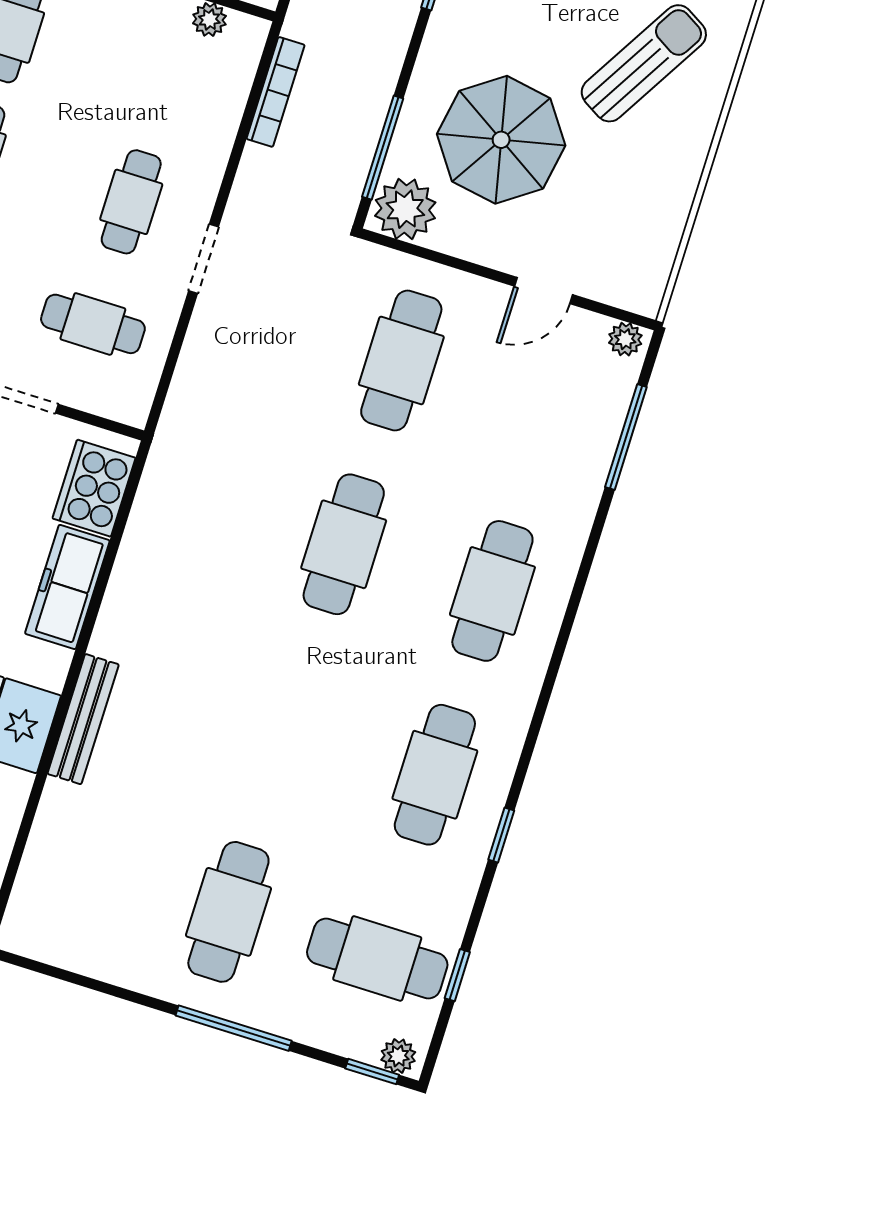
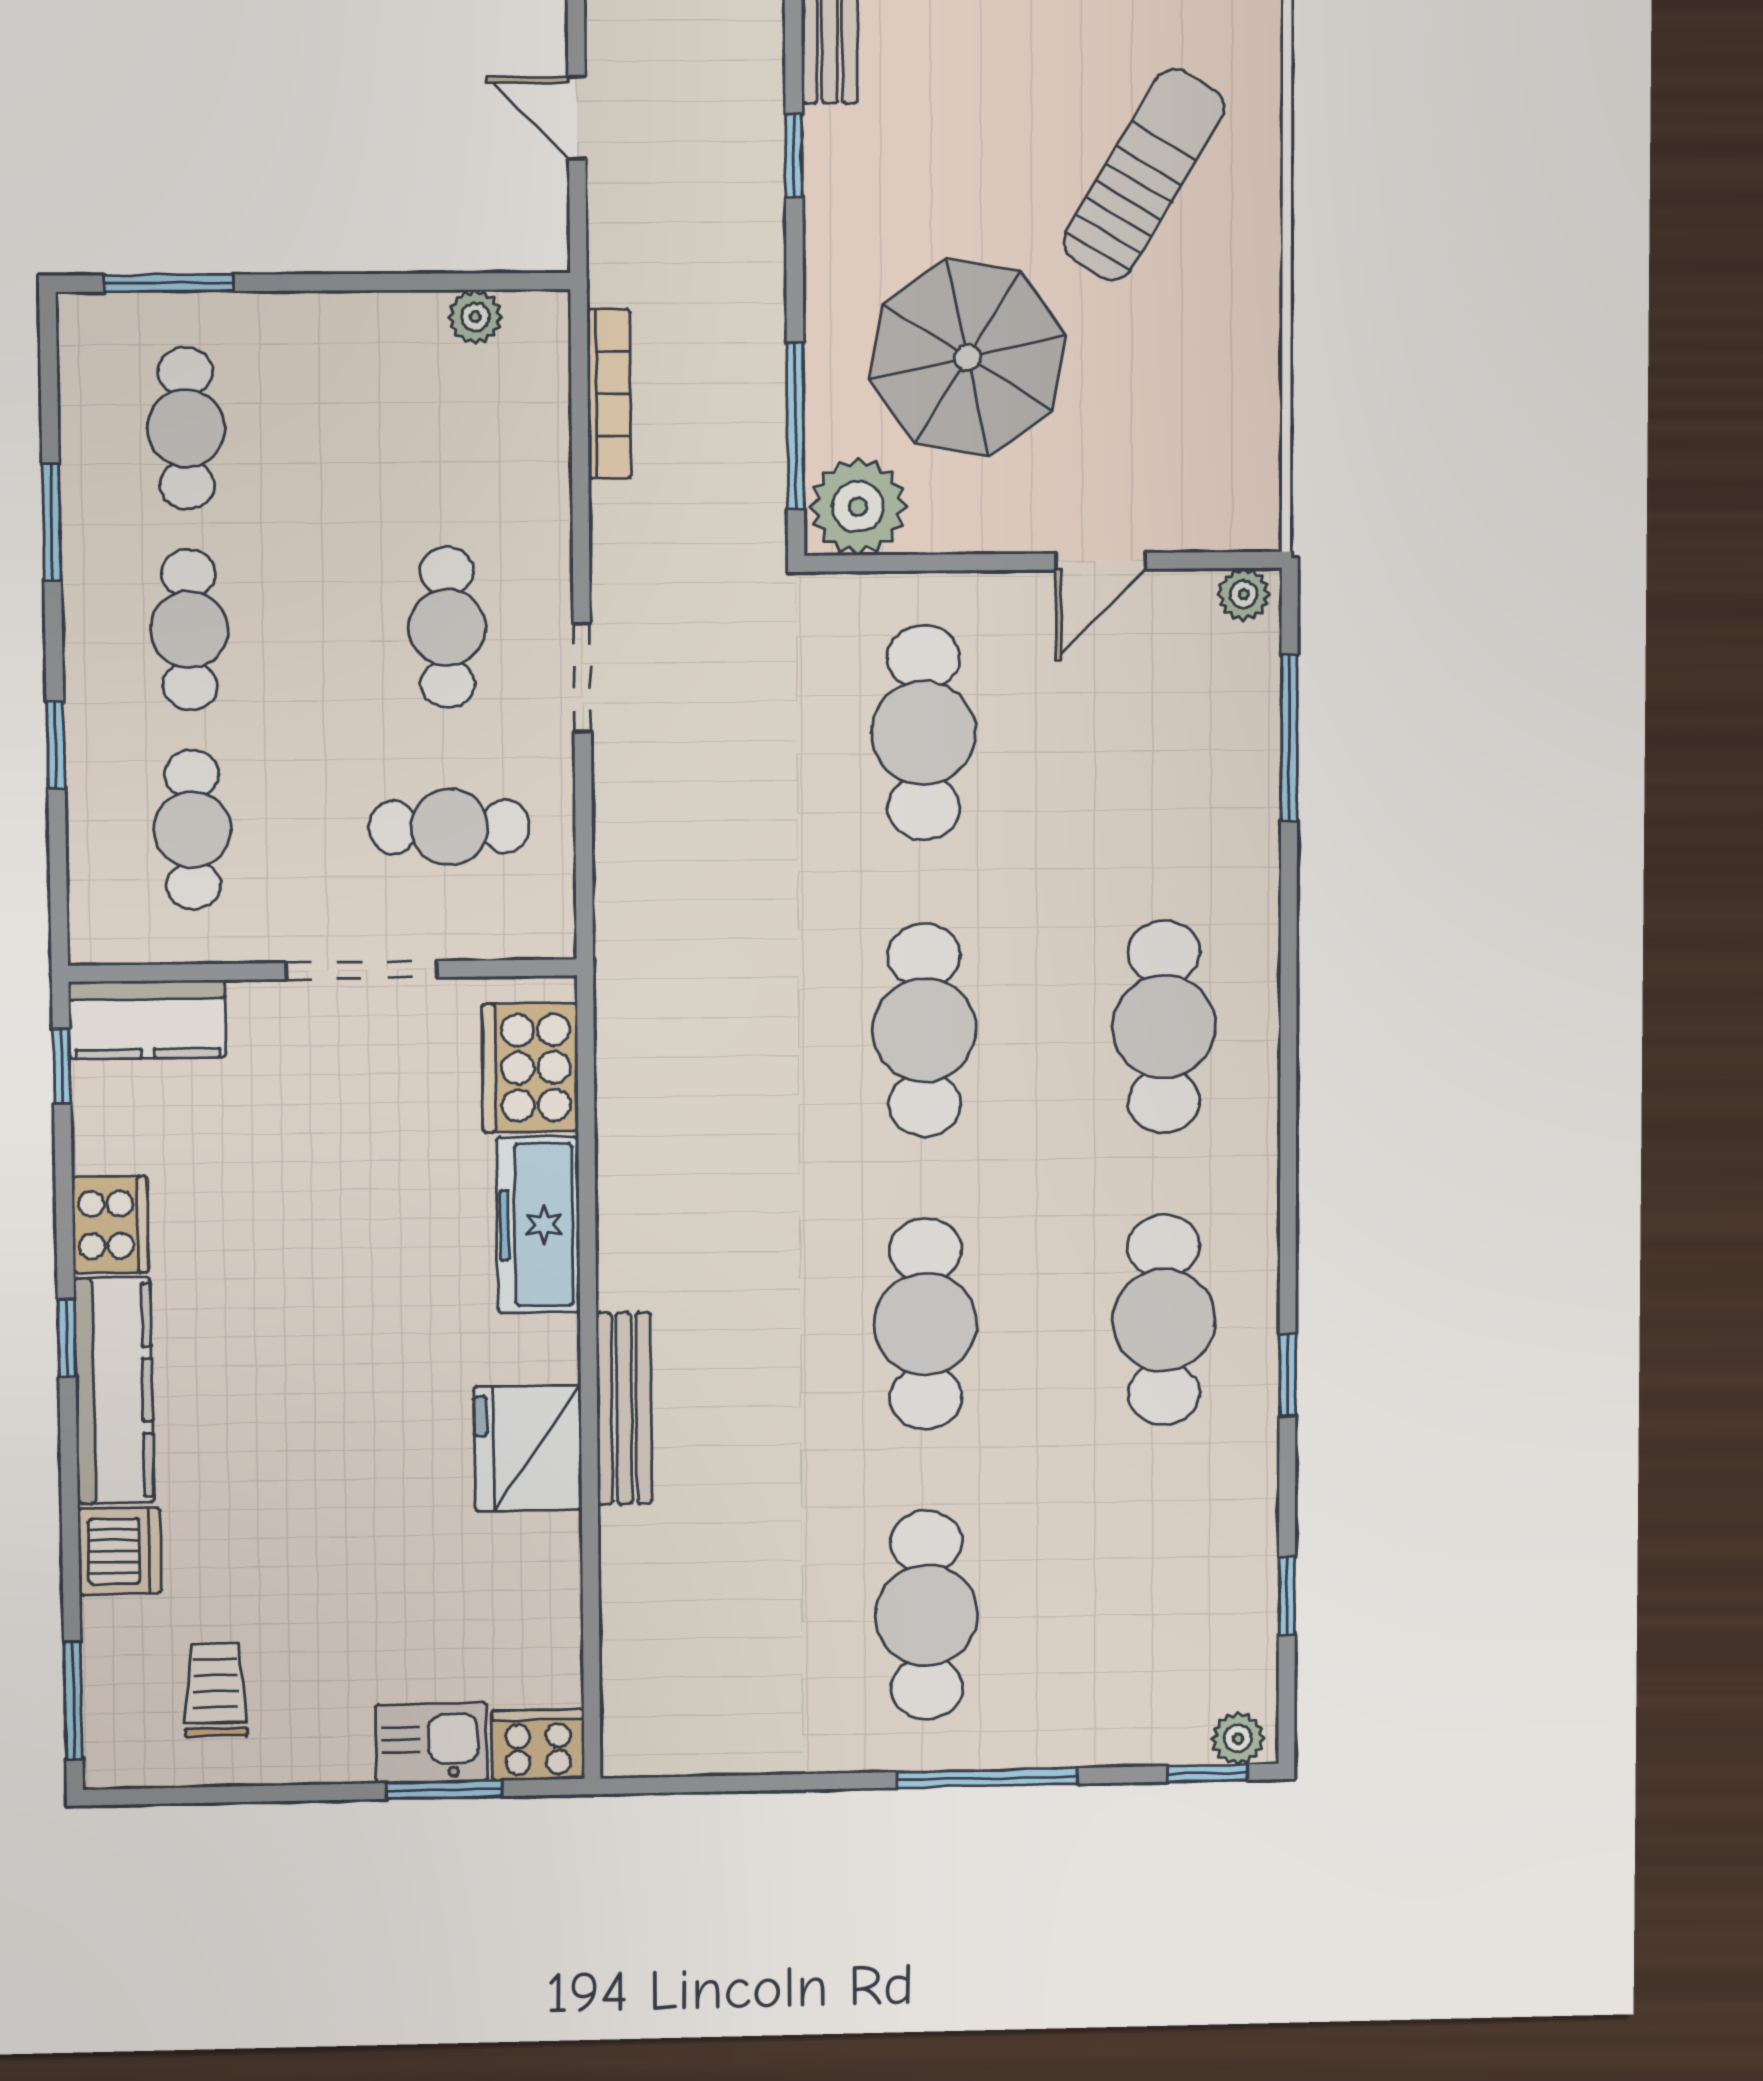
cafe table: (377, 959) -> (925, 1324), moved, turned 90

